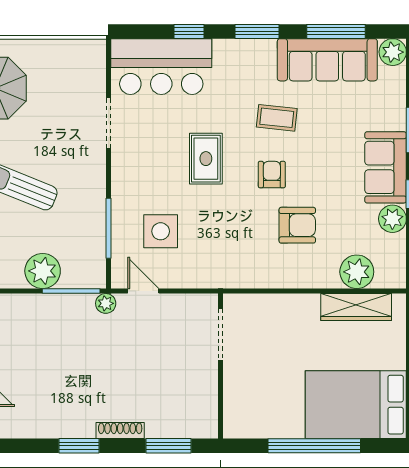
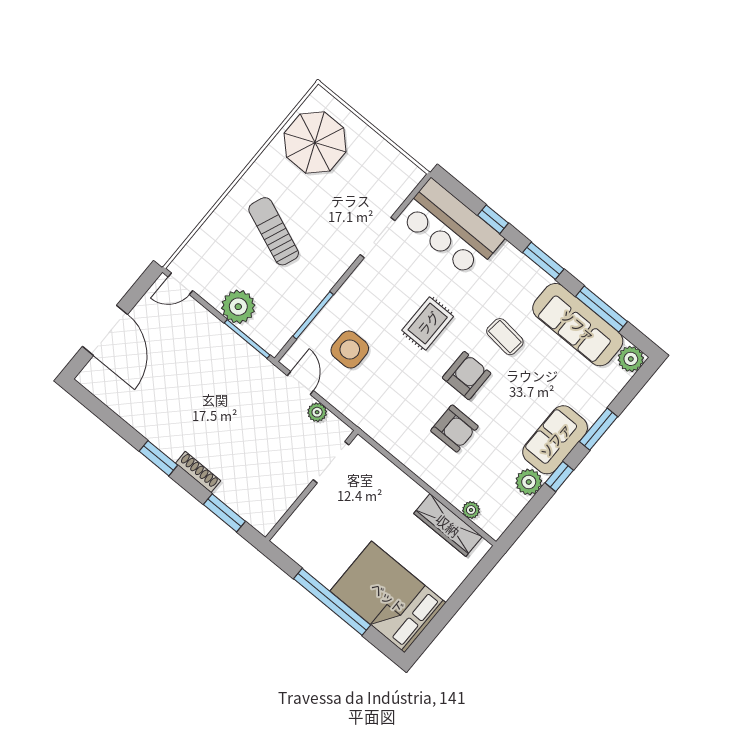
armchair: (272, 175) -> (467, 376), width x1.38, depth x1.38
plant: (357, 272) -> (471, 510), width x0.53, depth x0.53
plant: (106, 303) -> (317, 412), moved

